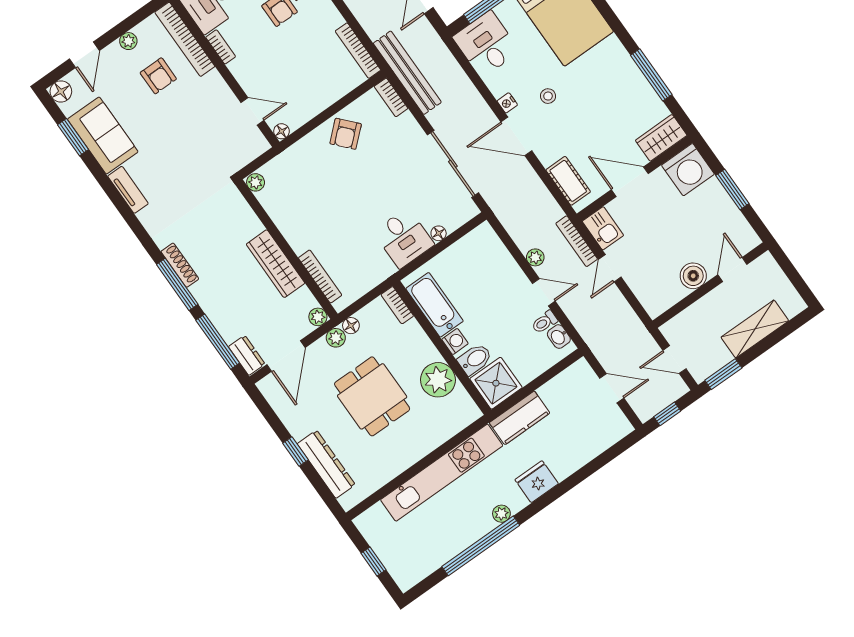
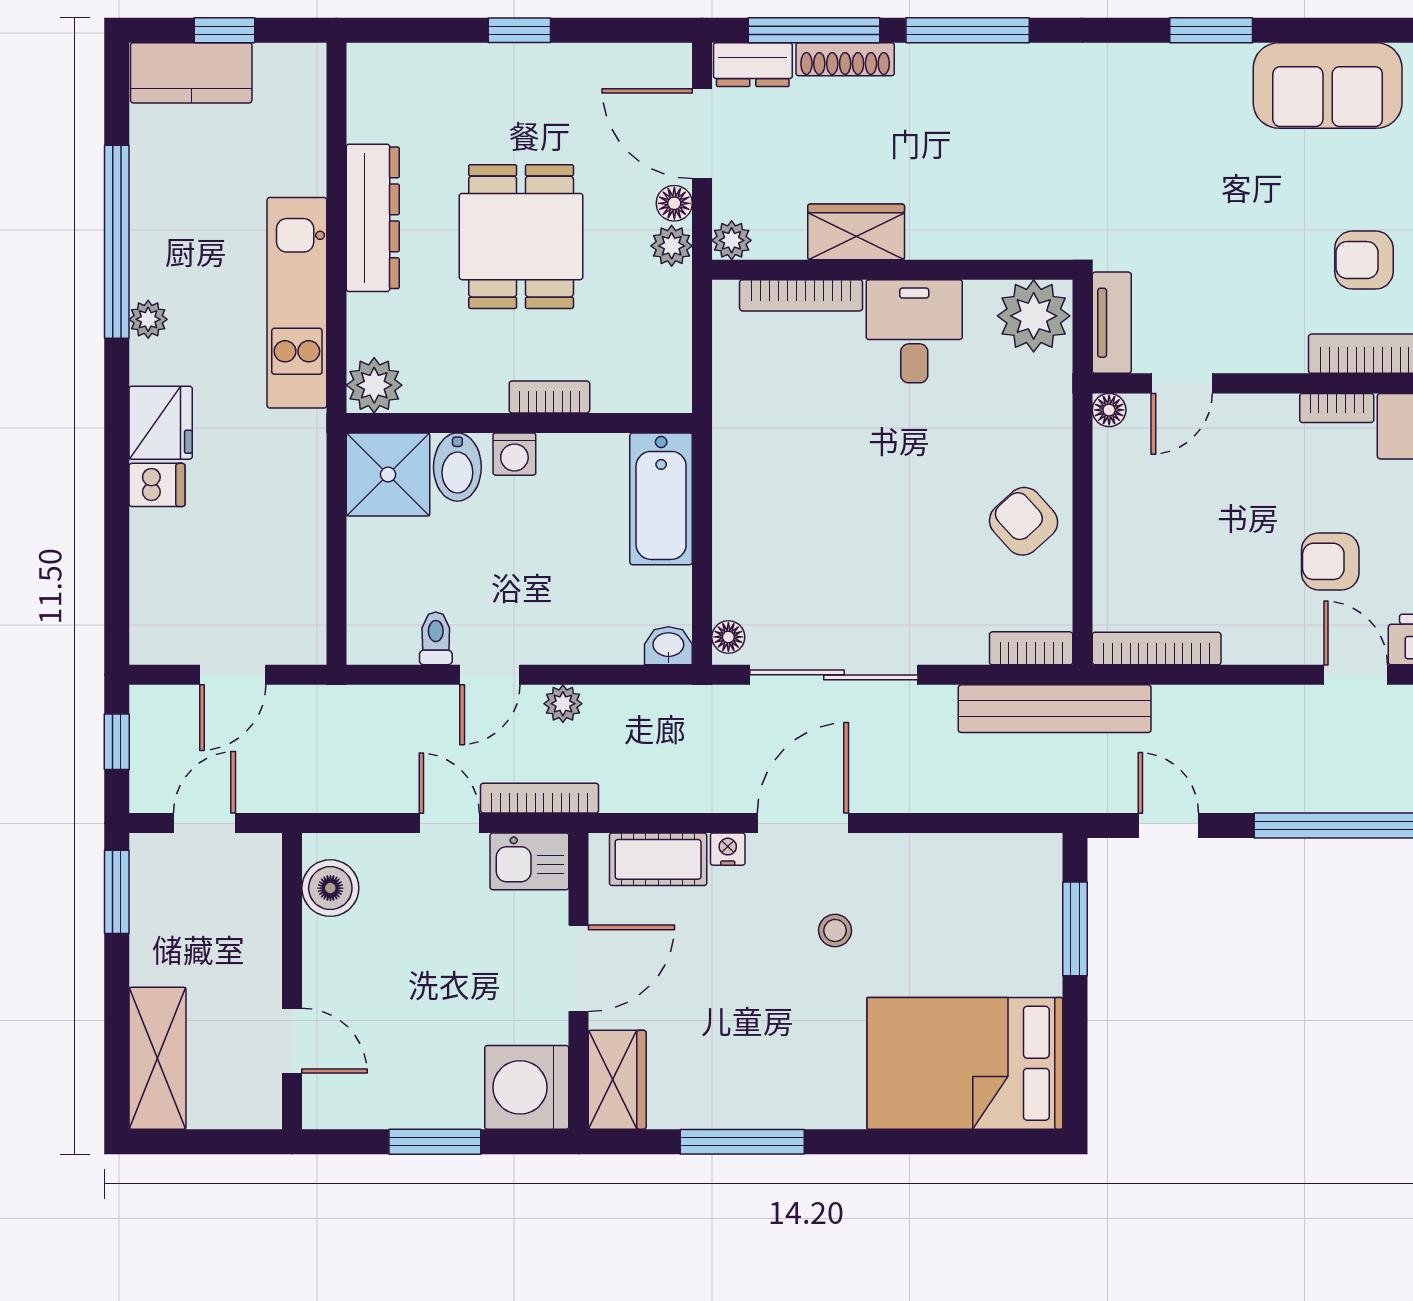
desk: (486, 44) -> (1006, 886), removed
nightstand: (507, 103) -> (728, 849), moved
window: (73, 137) -> (1211, 30), moved
plant: (256, 182) -> (1034, 316), width x1.88, depth x1.88
tv unit: (128, 190) -> (1112, 323), moved, turned -90
floor lamp: (439, 233) -> (728, 637), moved
desk: (404, 238) -> (914, 331), moved, turned 90
wardrobe: (275, 264) -> (856, 232), width x0.67
shoe rack: (180, 265) -> (845, 59), moved
boiler: (693, 276) -> (330, 888), moved
bookcase: (397, 305) -> (549, 397), moved
bathtub: (435, 305) -> (661, 499), moved, turned 90
floor lamp: (351, 326) -> (674, 203), moved
shelving: (755, 329) -> (157, 1058), moved
washbasin: (559, 337) -> (668, 646), moved
plant: (438, 380) -> (374, 385), moved, width x0.73, depth x0.73
dining table: (372, 396) -> (521, 237), turned 90
kitchen counter: (520, 418) -> (191, 73), moved, turned -90
dresser: (326, 464) -> (373, 218), moved, turned -90
dishwasher: (561, 467) -> (157, 485), added
kitchen unit: (442, 473) -> (297, 303), width x0.73

